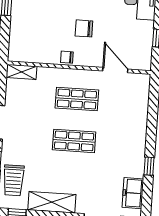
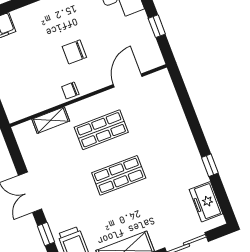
door: (115, 70) -> (128, 81), hinge flipped
shelving: (21, 72) -> (51, 120), moved

